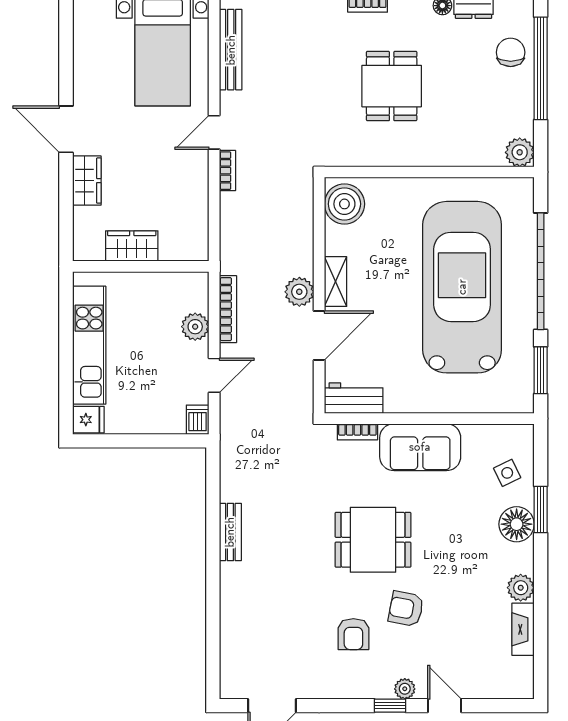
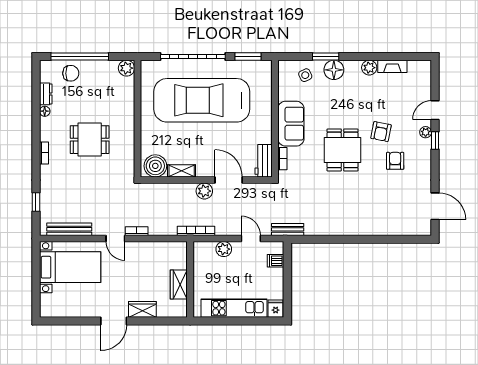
chair: (511, 52) -> (71, 73), turned 180
shelving: (336, 282) -> (182, 171), moved
bookcase: (228, 309) -> (196, 231), moved
dishwasher: (198, 420) -> (276, 261), moved
bench: (230, 532) -> (288, 229), moved
armchair: (353, 634) -> (395, 161), turned -90

